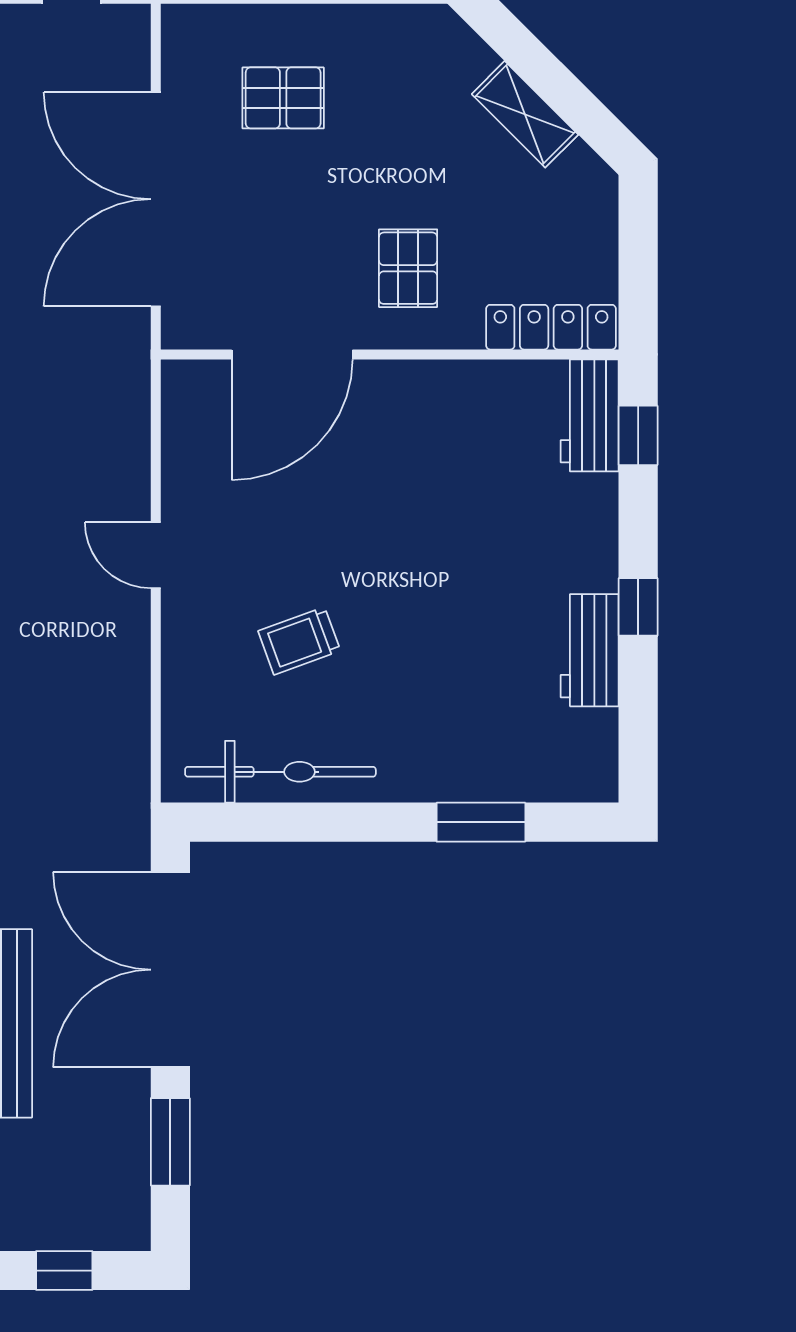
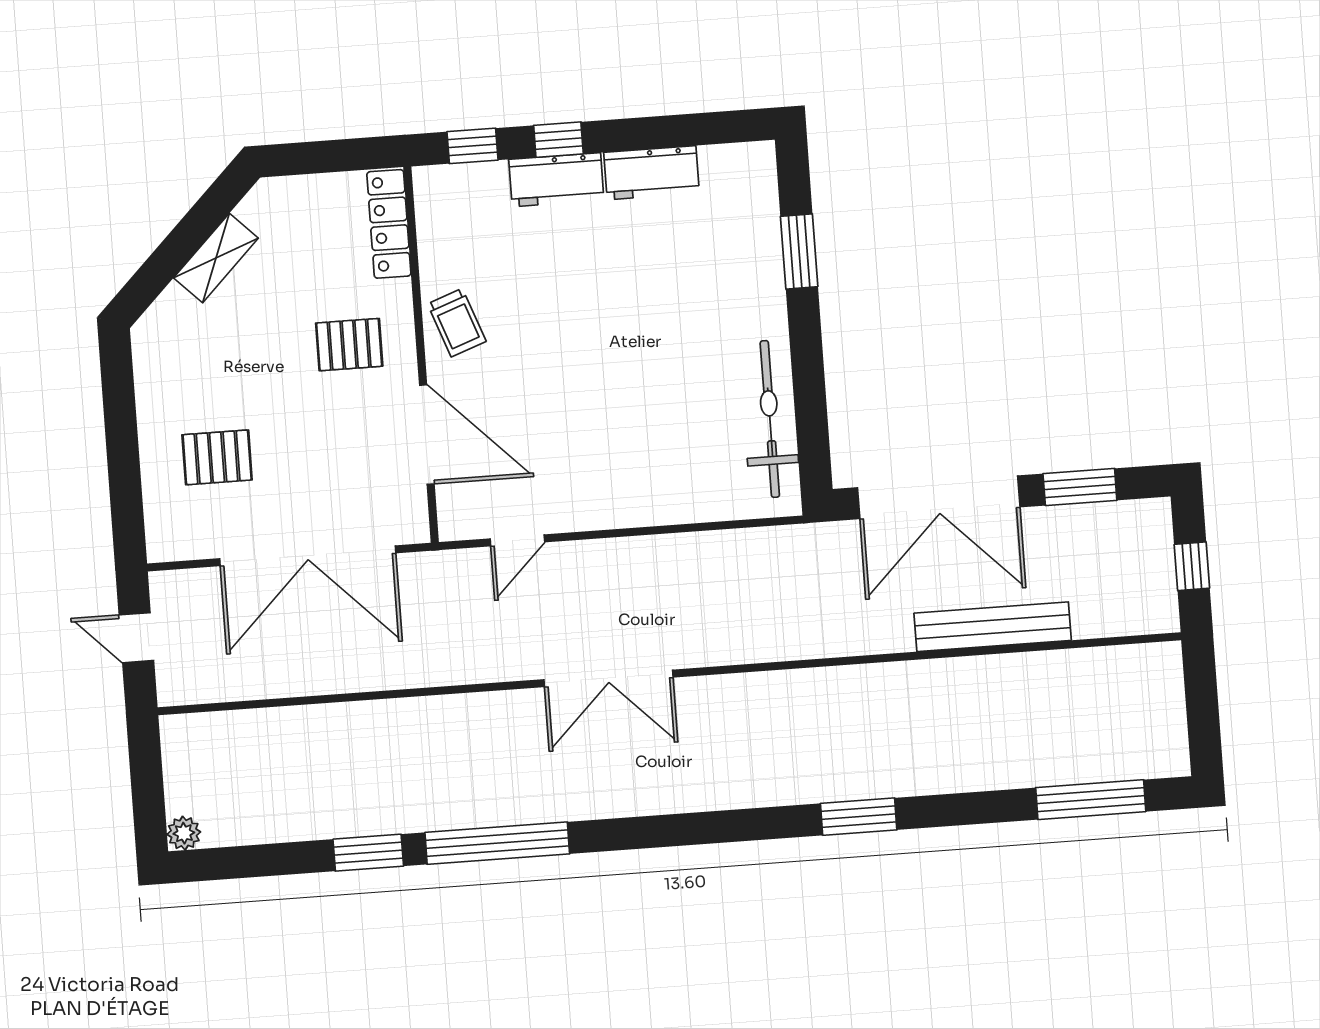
pallet: (283, 98) -> (217, 457), turned 90
workbench: (590, 415) -> (556, 180), moved
door: (156, 555) -> (517, 540), moved
window: (638, 607) -> (558, 140), moved
trolley: (299, 641) -> (457, 323), moved

